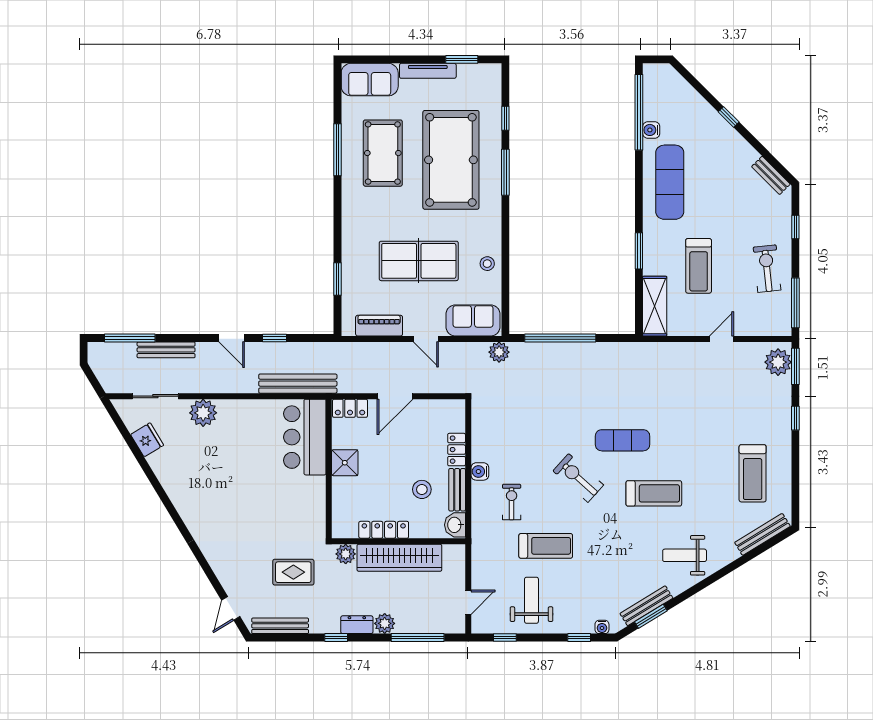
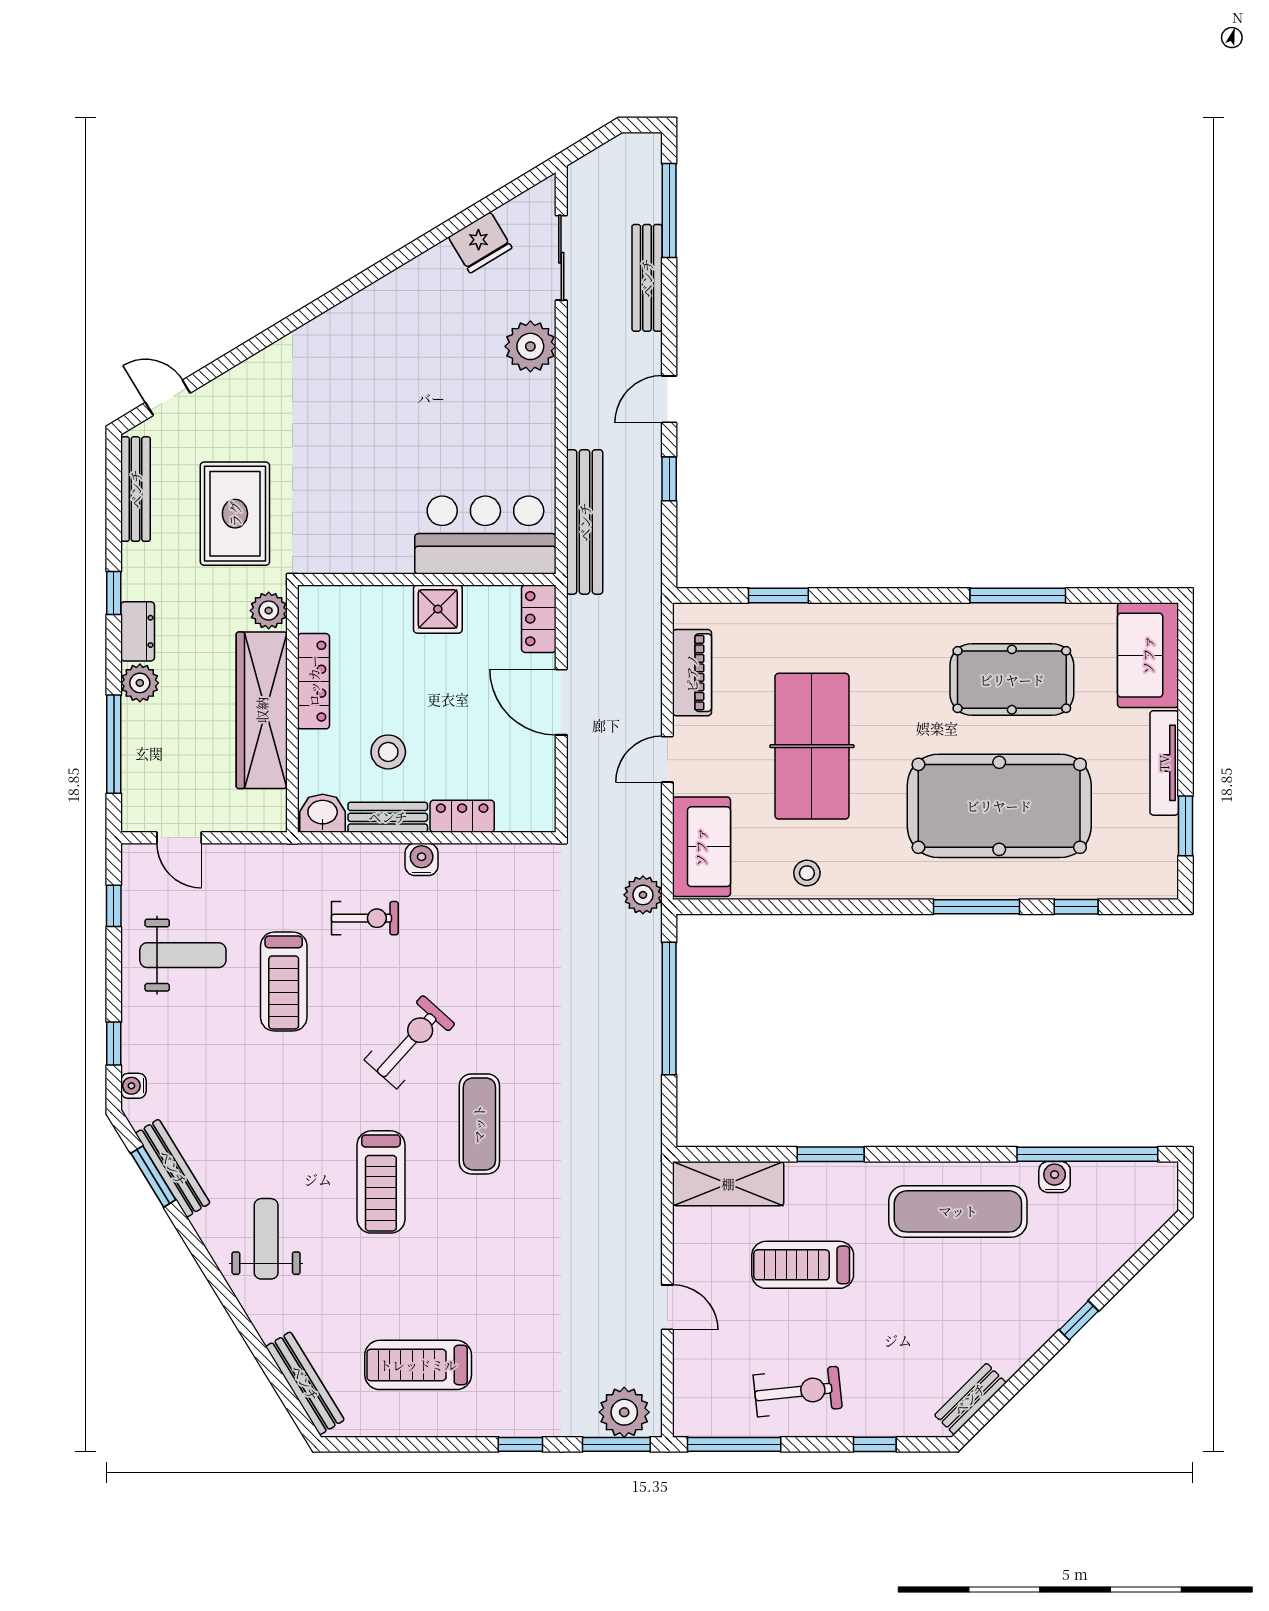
rug: (293, 572) -> (235, 514), width x1.36, depth x1.43

